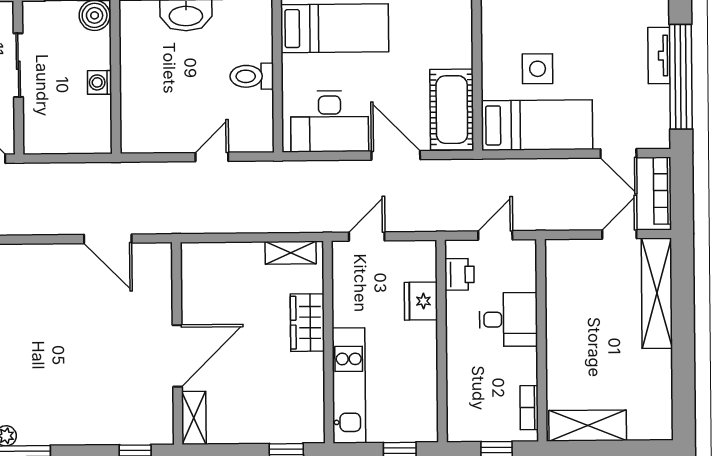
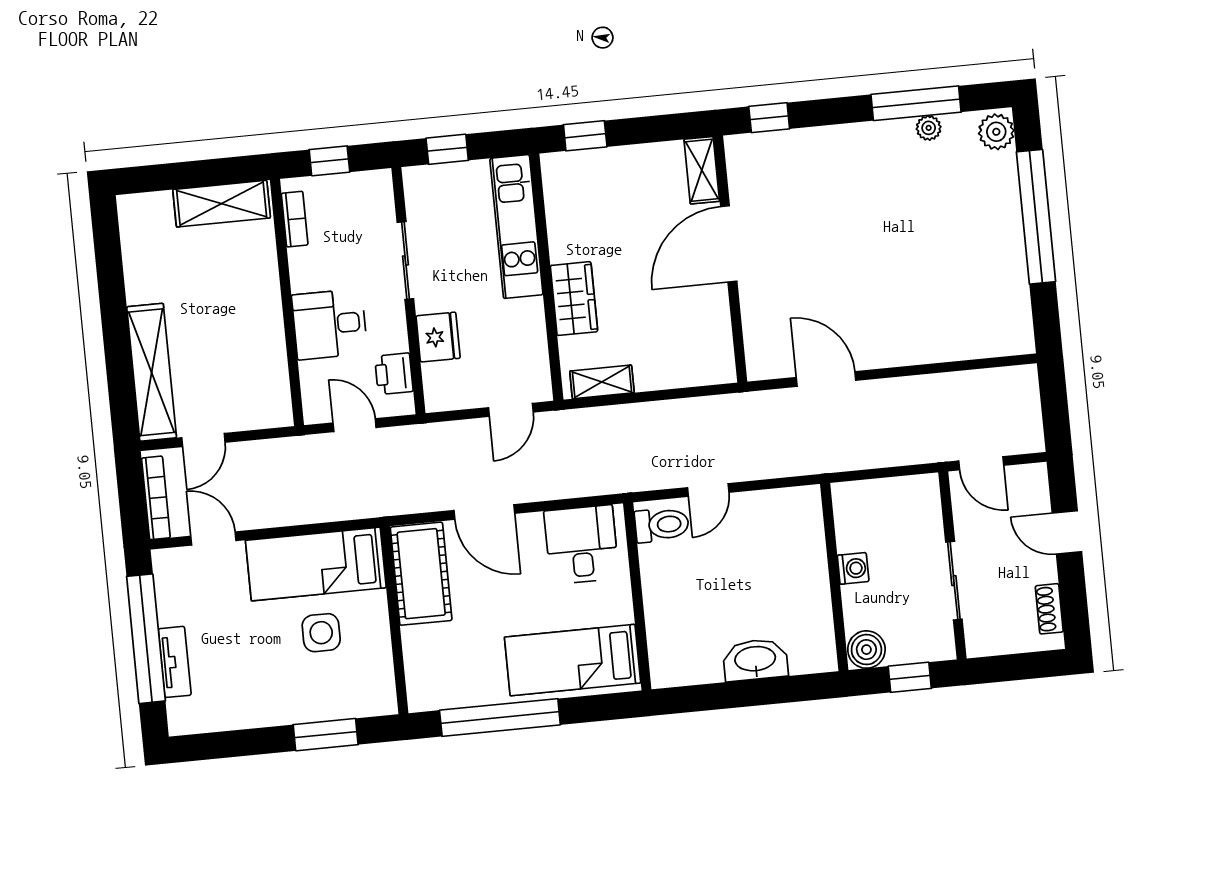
toilet: (252, 76) -> (662, 525), moved
desk: (330, 121) -> (581, 545), width x0.73
door: (495, 235) -> (355, 425), swing flipped
sliding door: (442, 366) -> (405, 260), added

